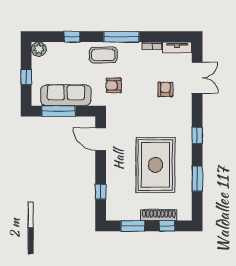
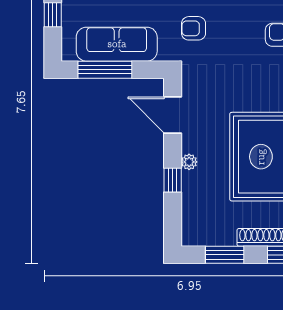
plant: (111, 168) -> (189, 162), added
window: (101, 192) -> (173, 180), moved

